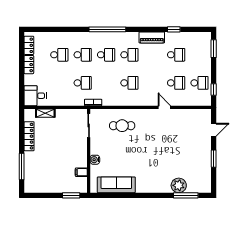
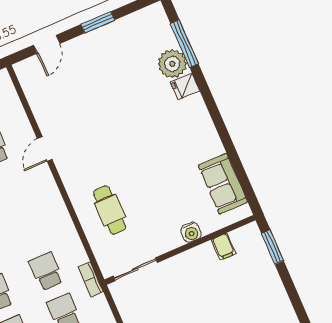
school desk: (129, 83) -> (46, 271), moved
door: (214, 130) -> (47, 44), swing flipped
sofa: (116, 185) -> (223, 184), width x0.73
fridge: (165, 187) -> (185, 86), added

